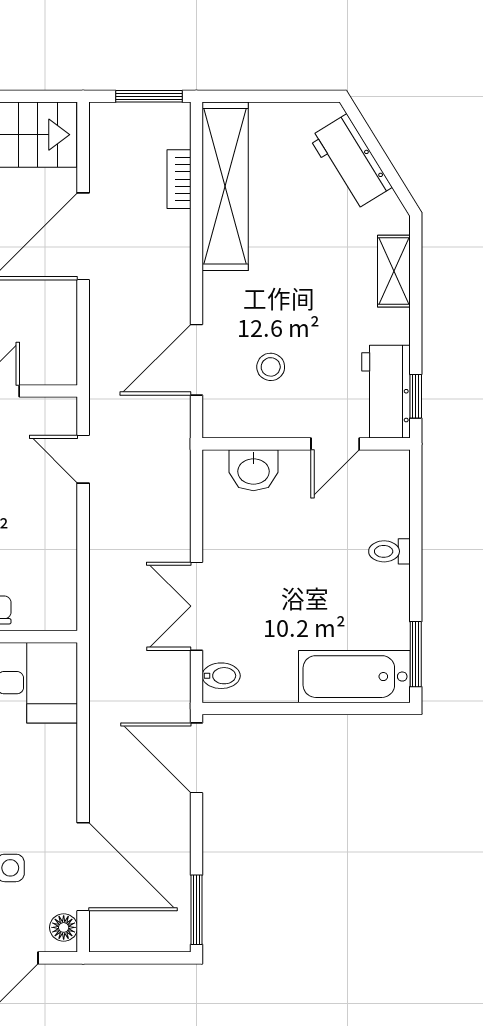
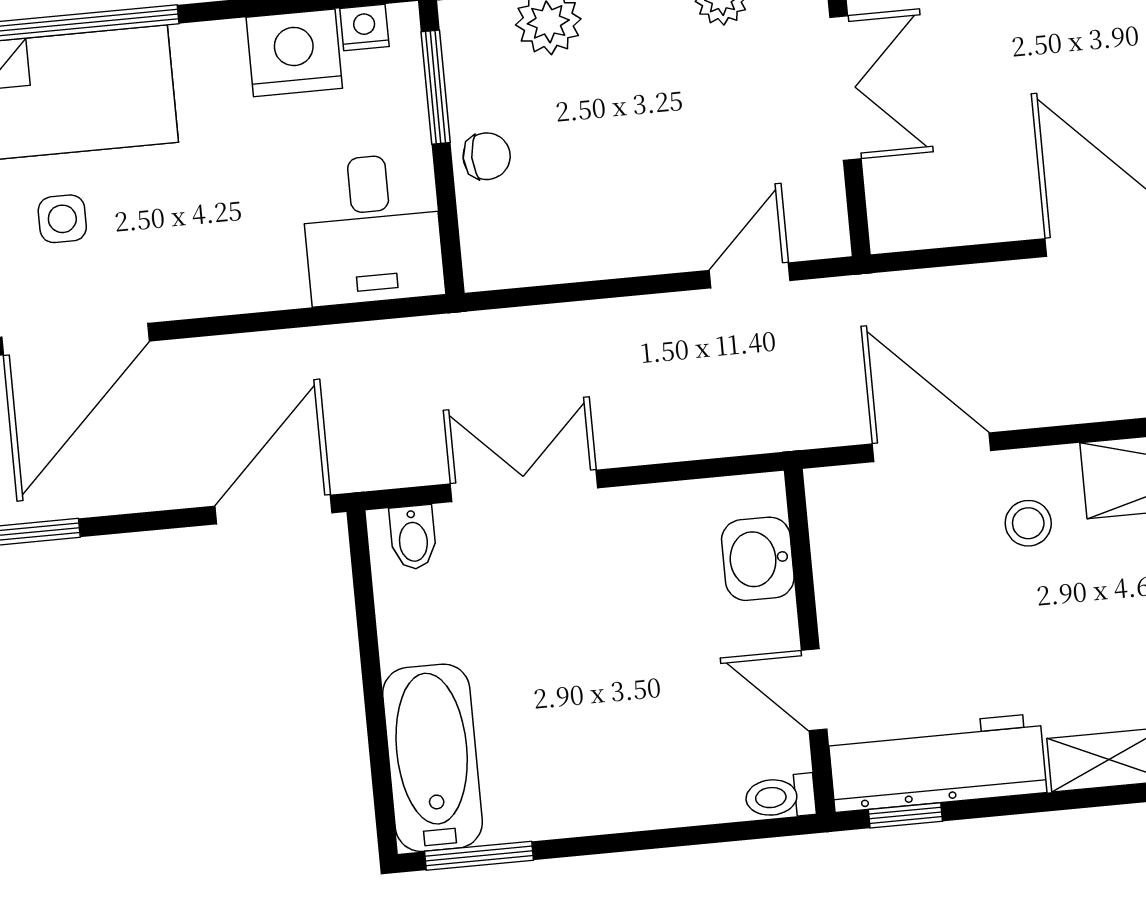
stool: (271, 367) -> (1028, 523), moved
workbench: (386, 392) -> (937, 763), width x1.38
toilet: (389, 551) -> (780, 797), moved, turned -90

